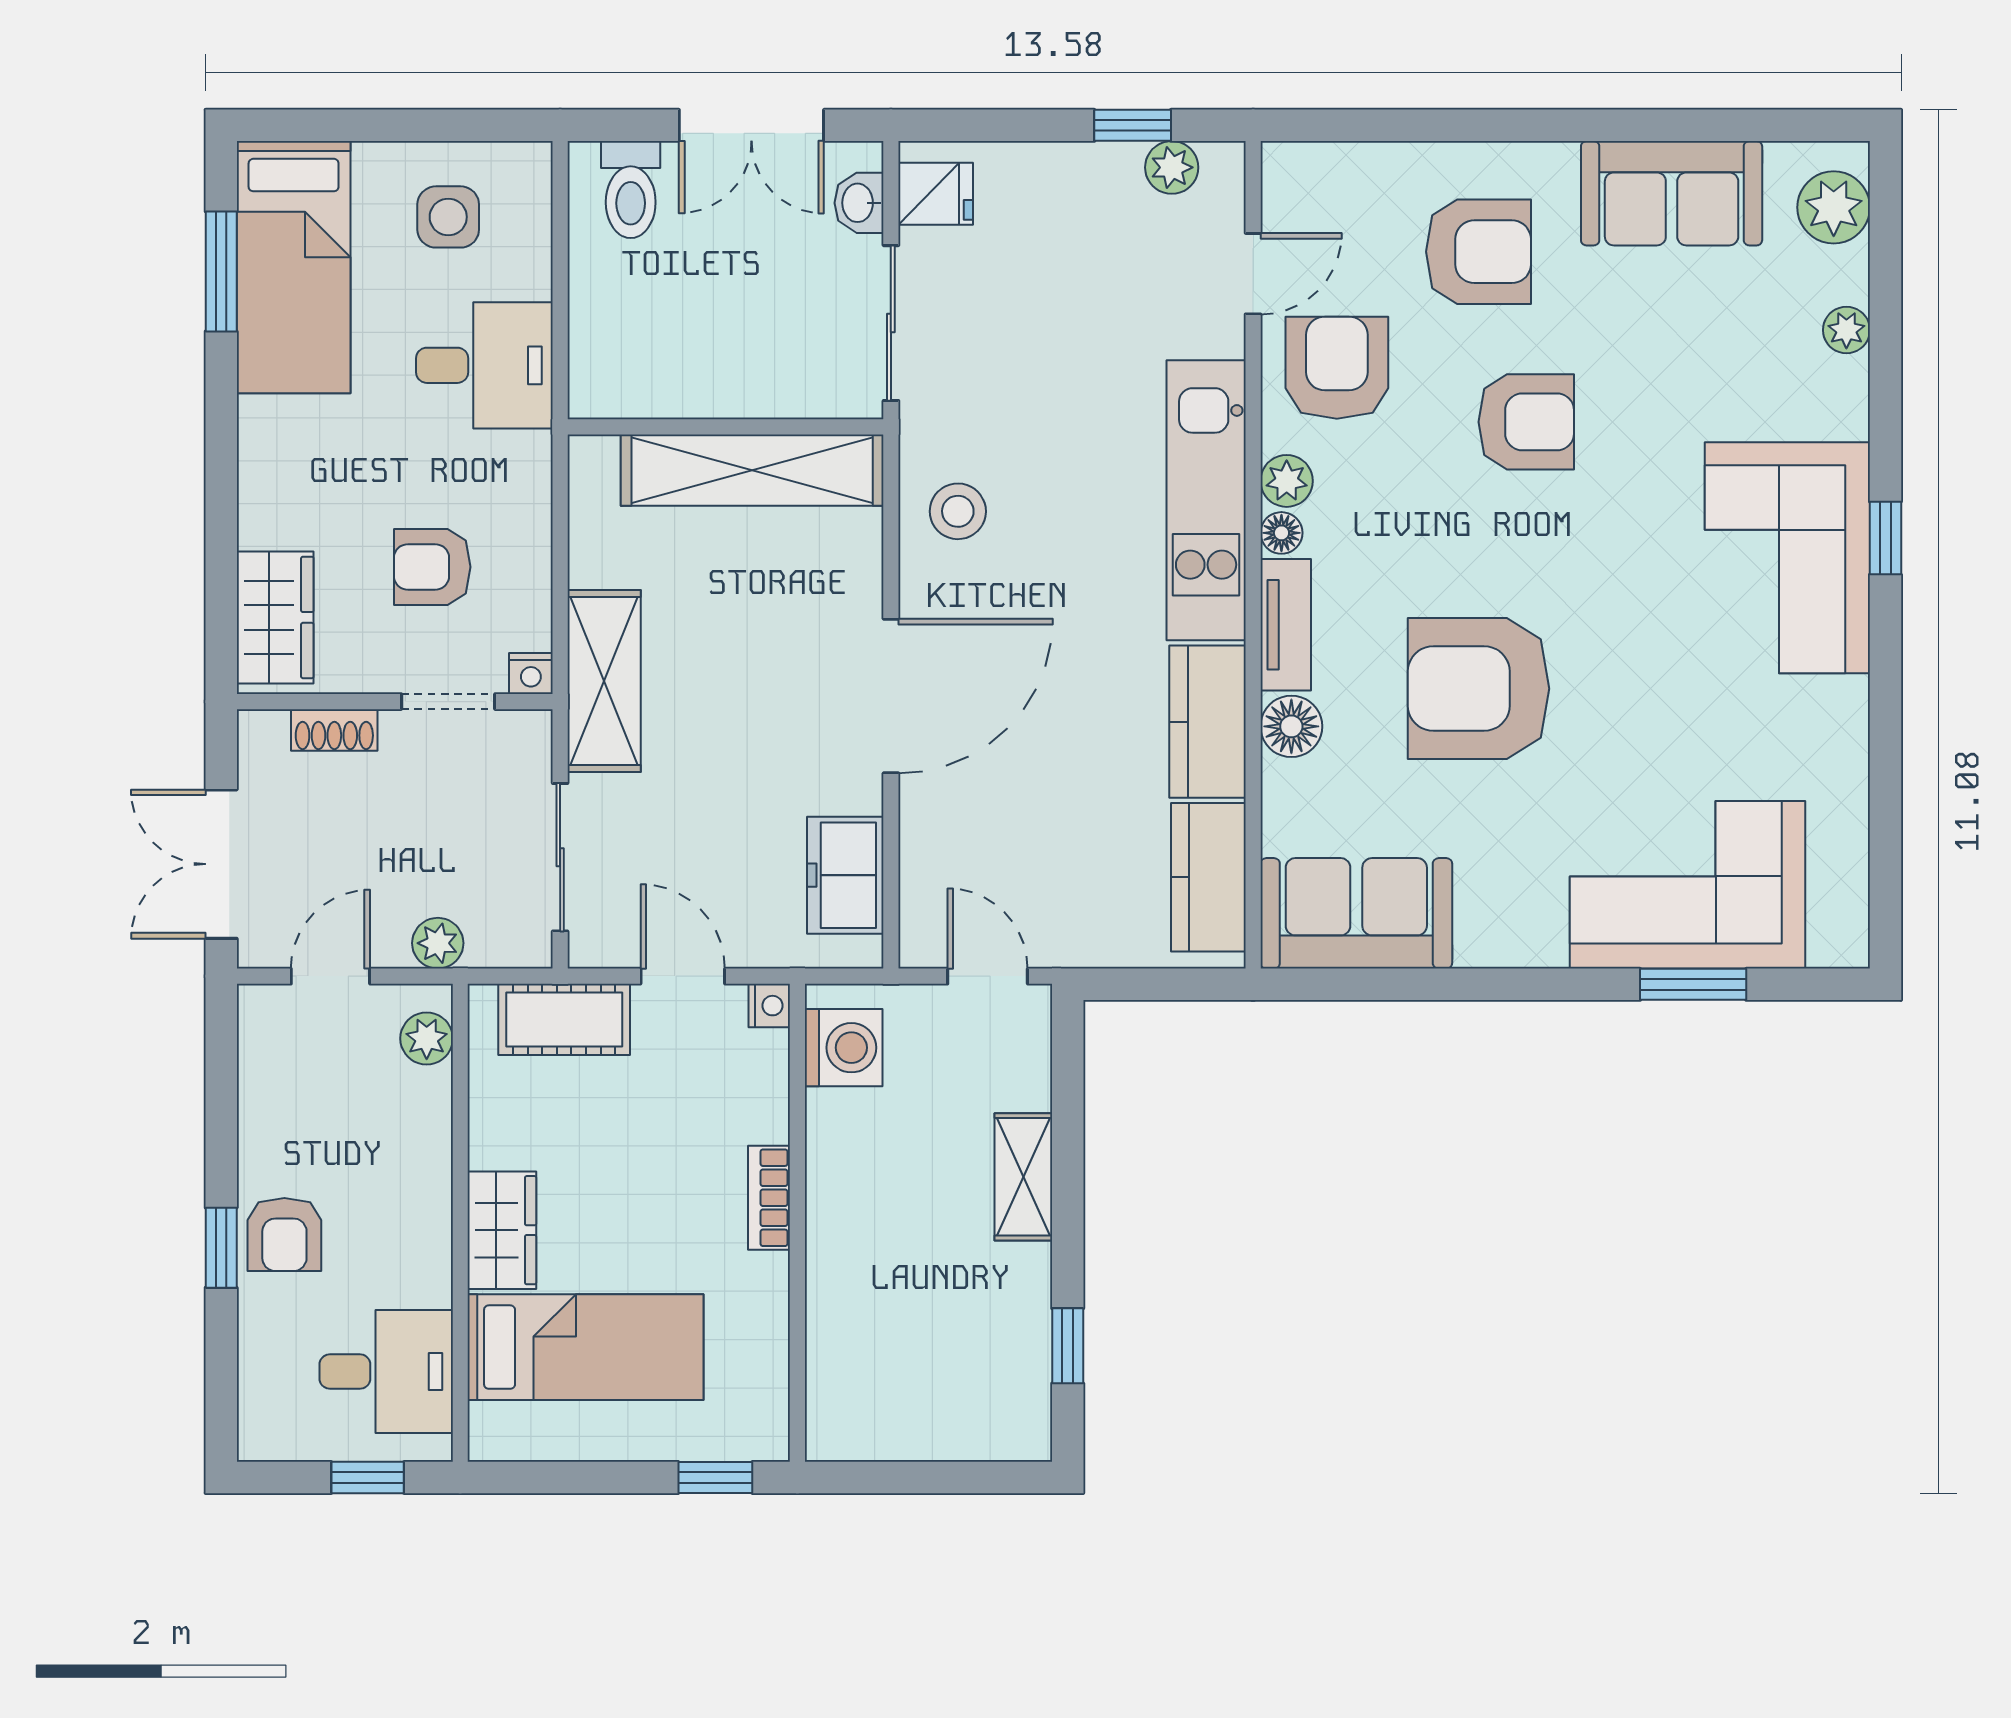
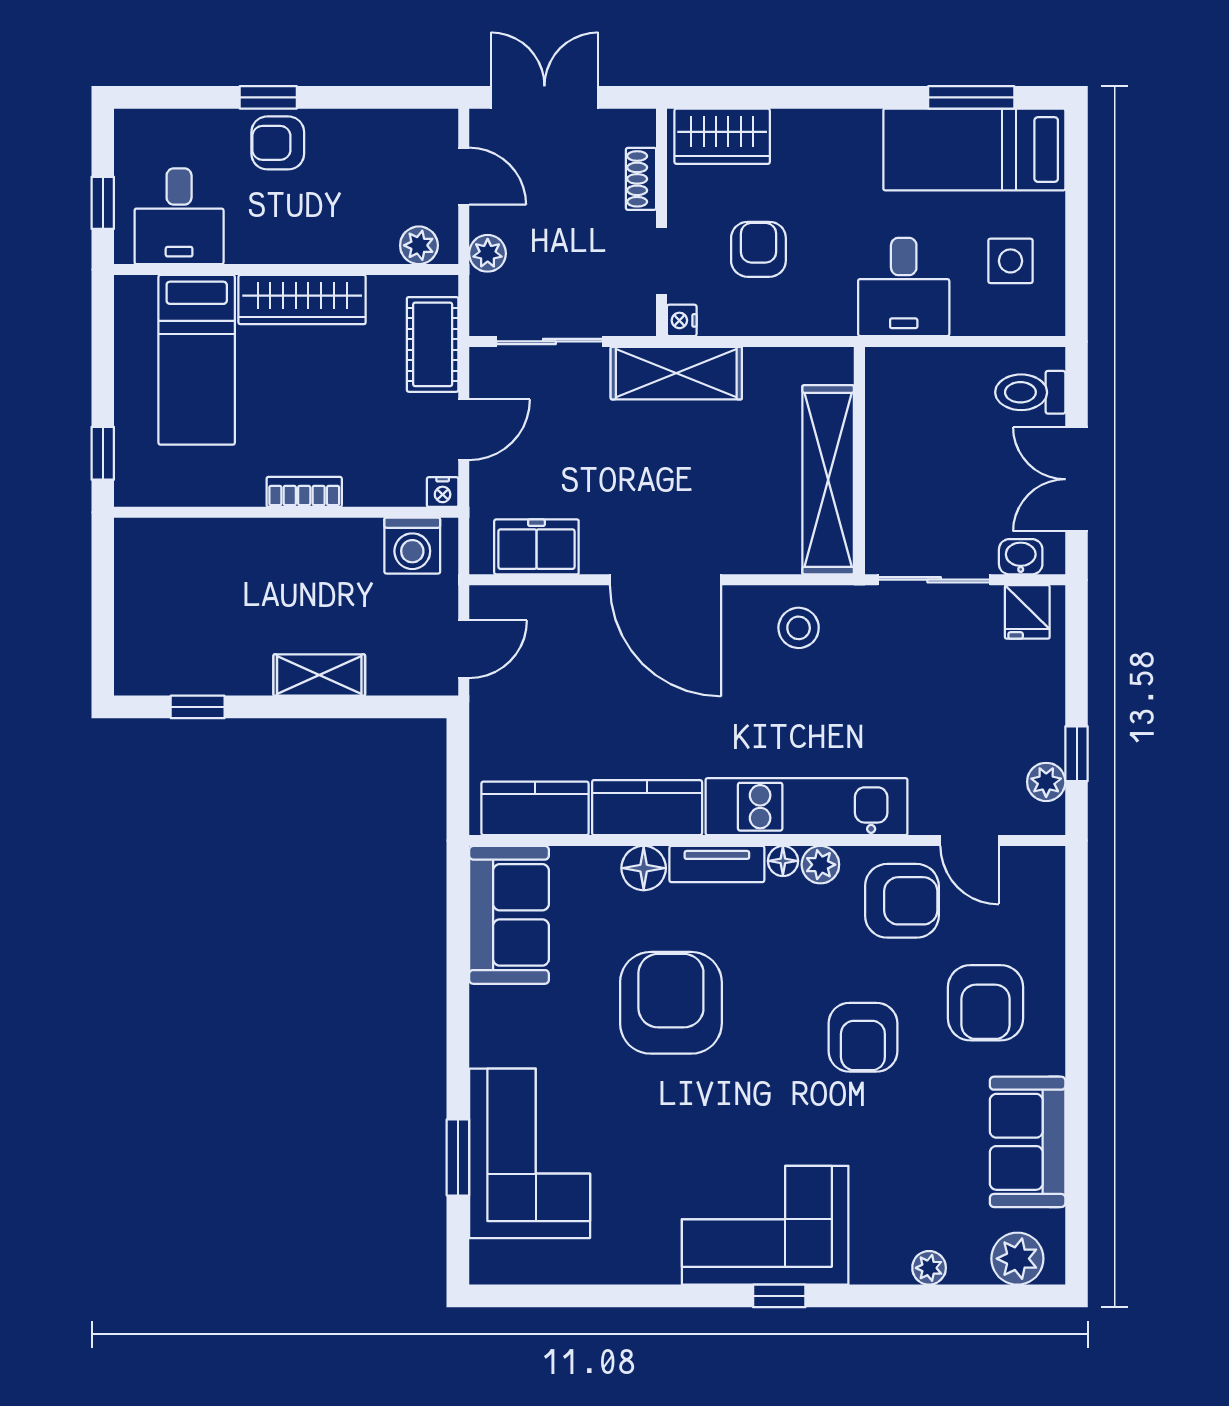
wardrobe: (502, 1230) -> (302, 300), width x1.50

